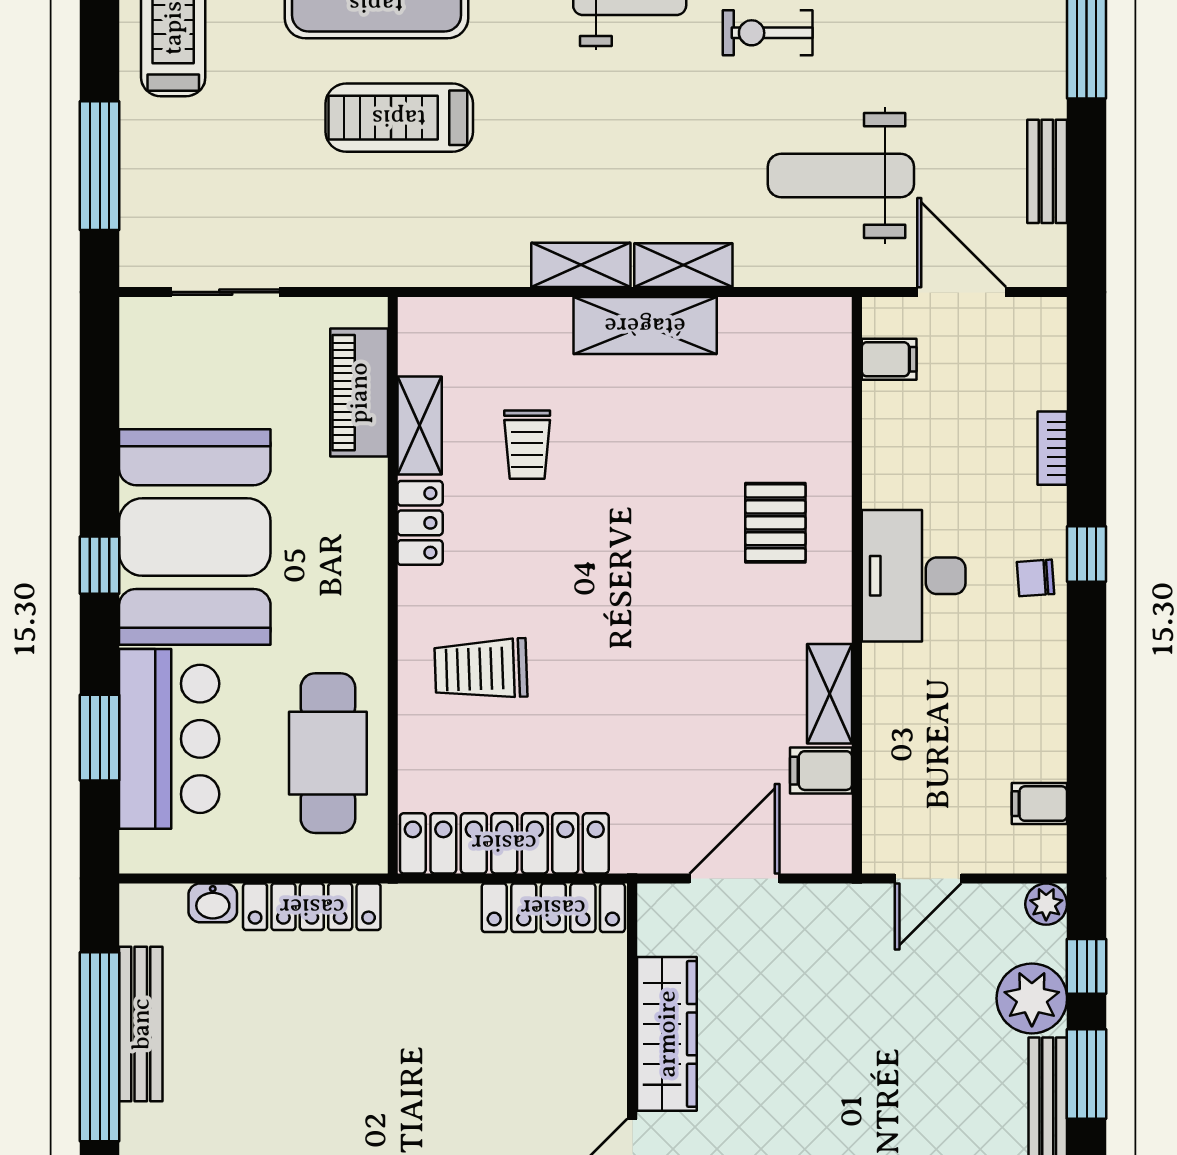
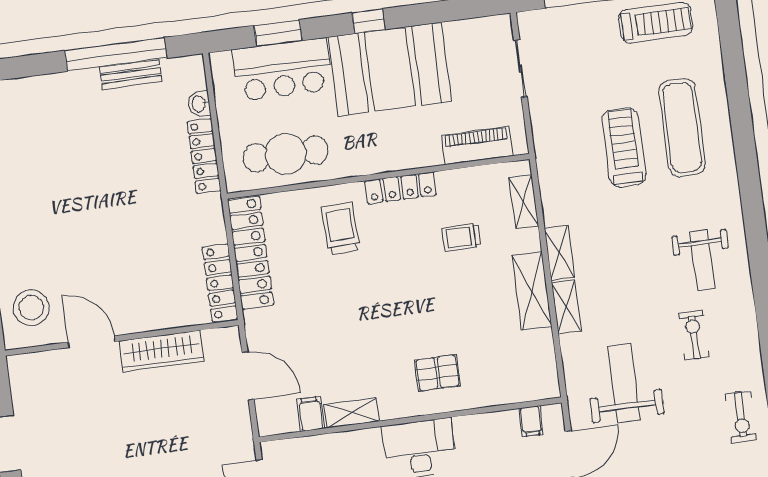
shelving: (420, 425) -> (524, 202), moved, turned 90
locker: (420, 523) -> (401, 188), width x1.53
bench: (141, 1024) -> (131, 74), width x0.73

